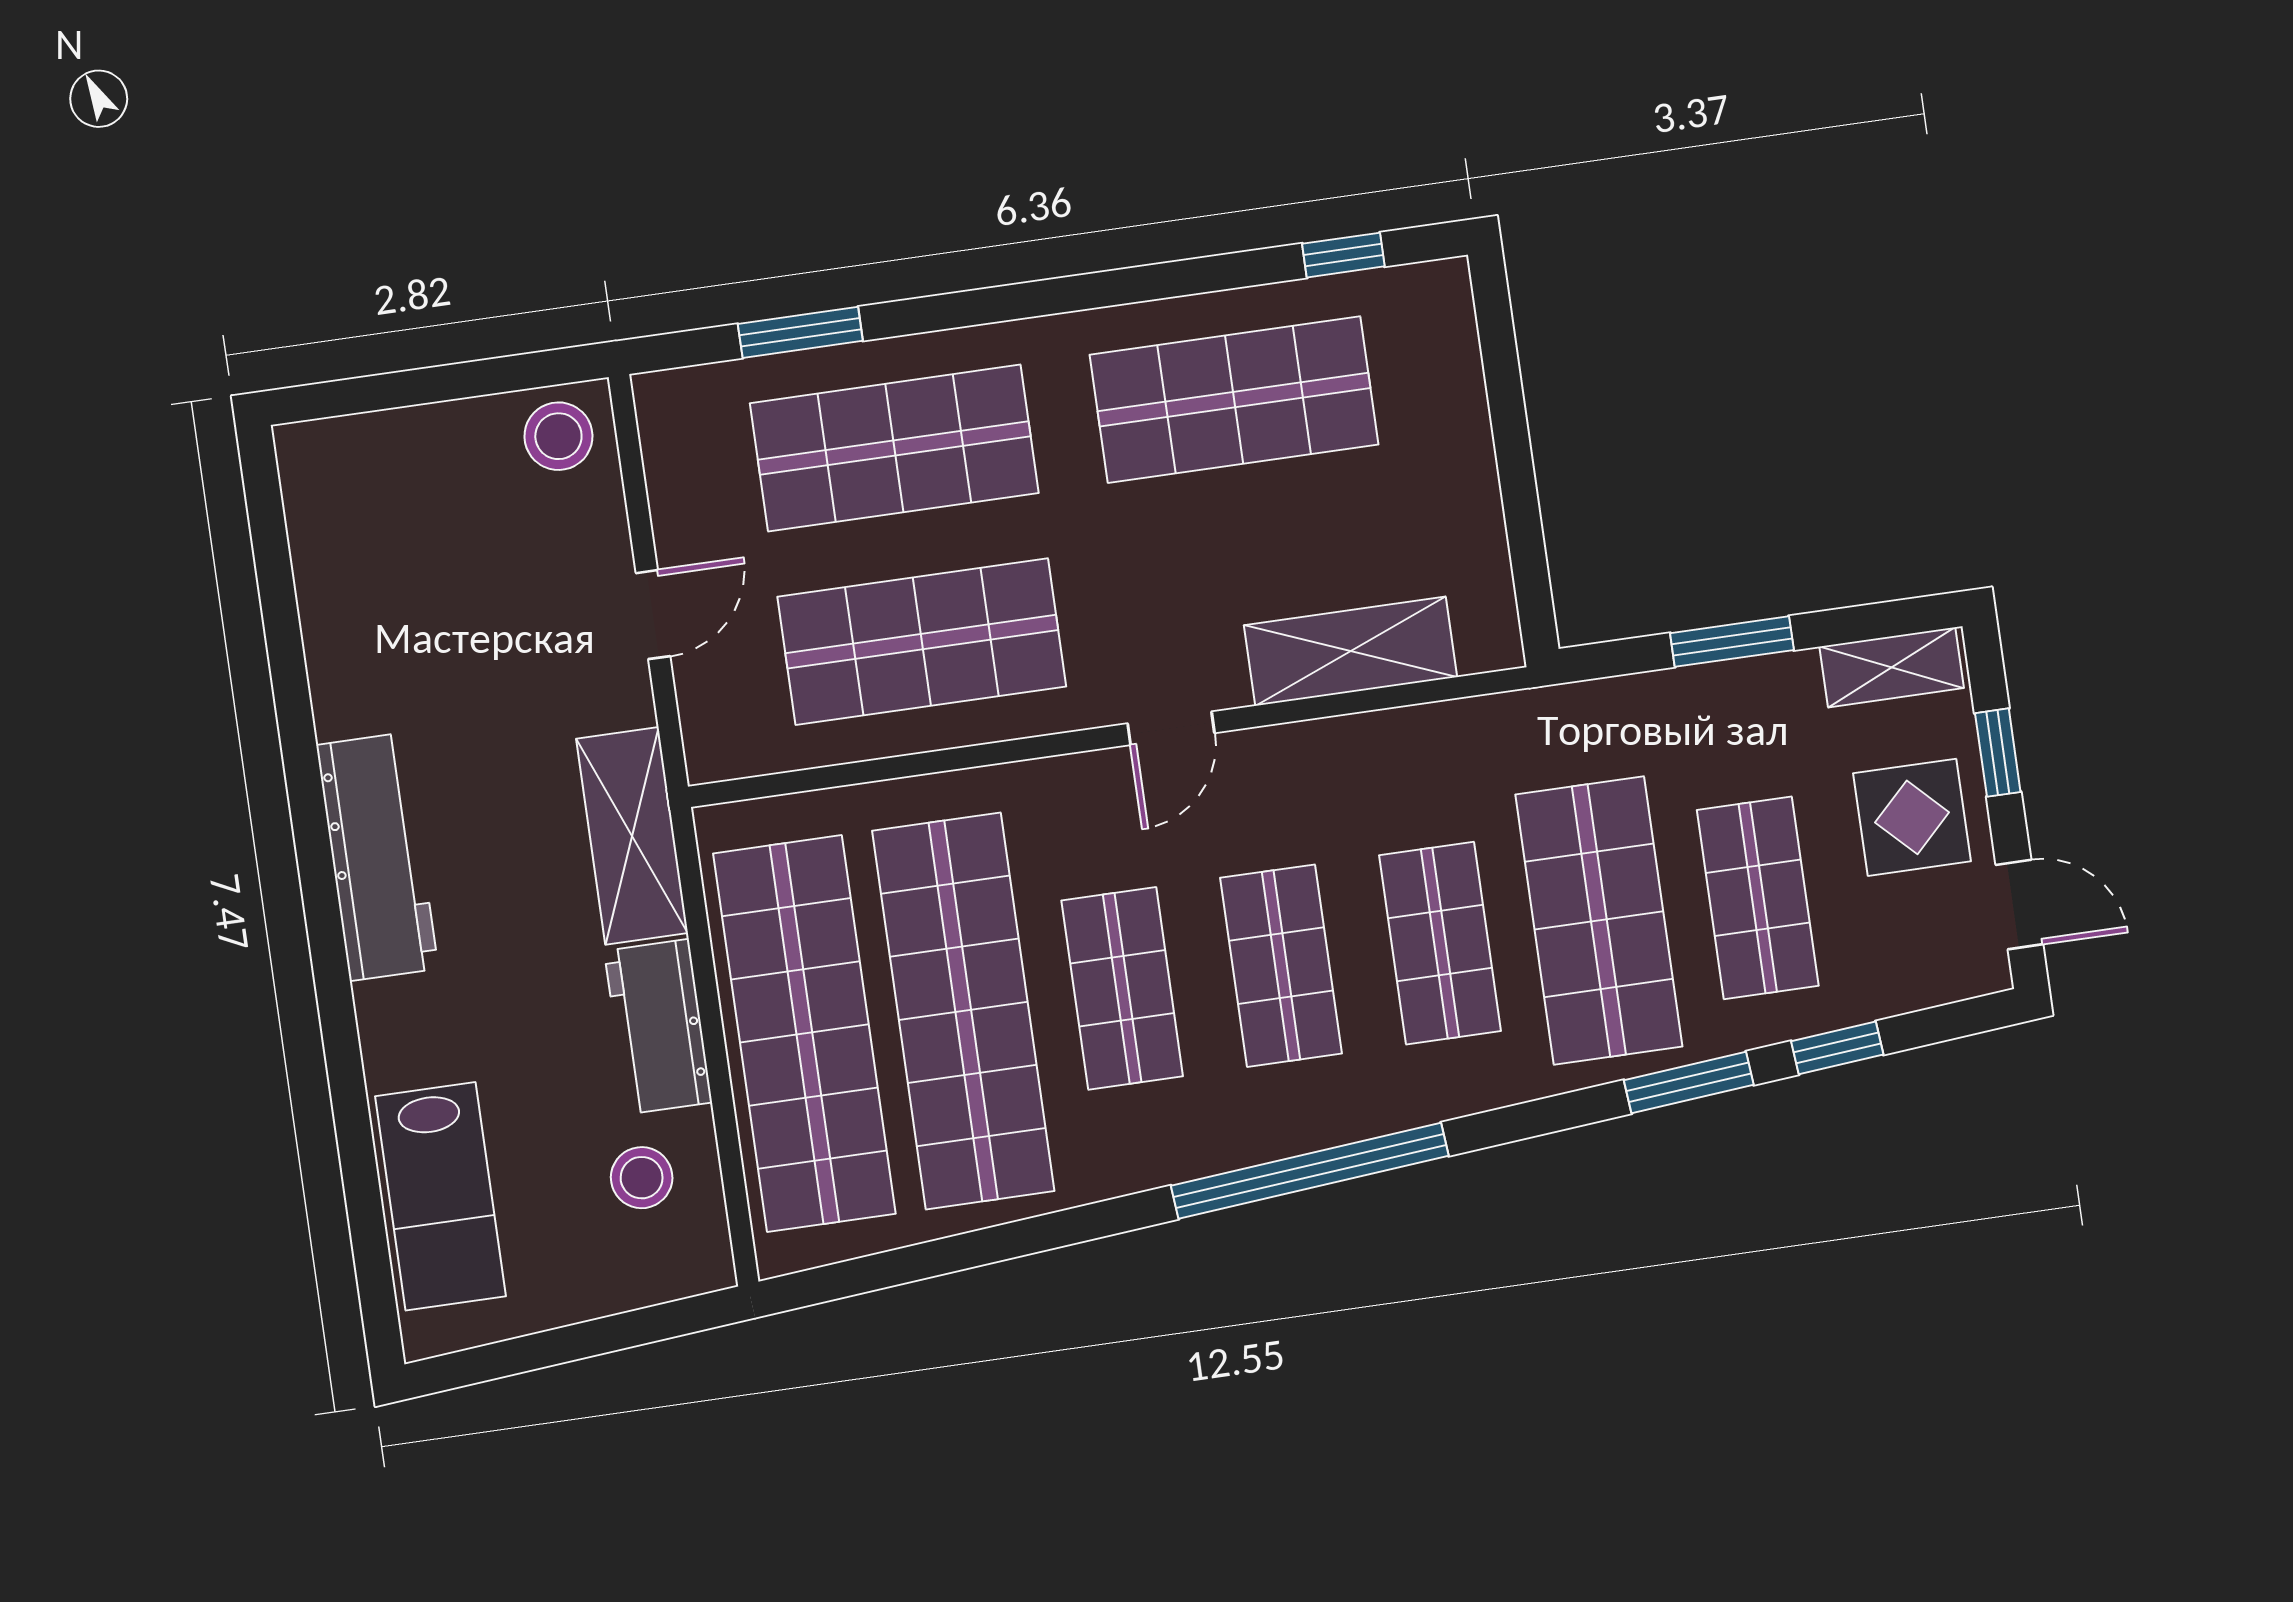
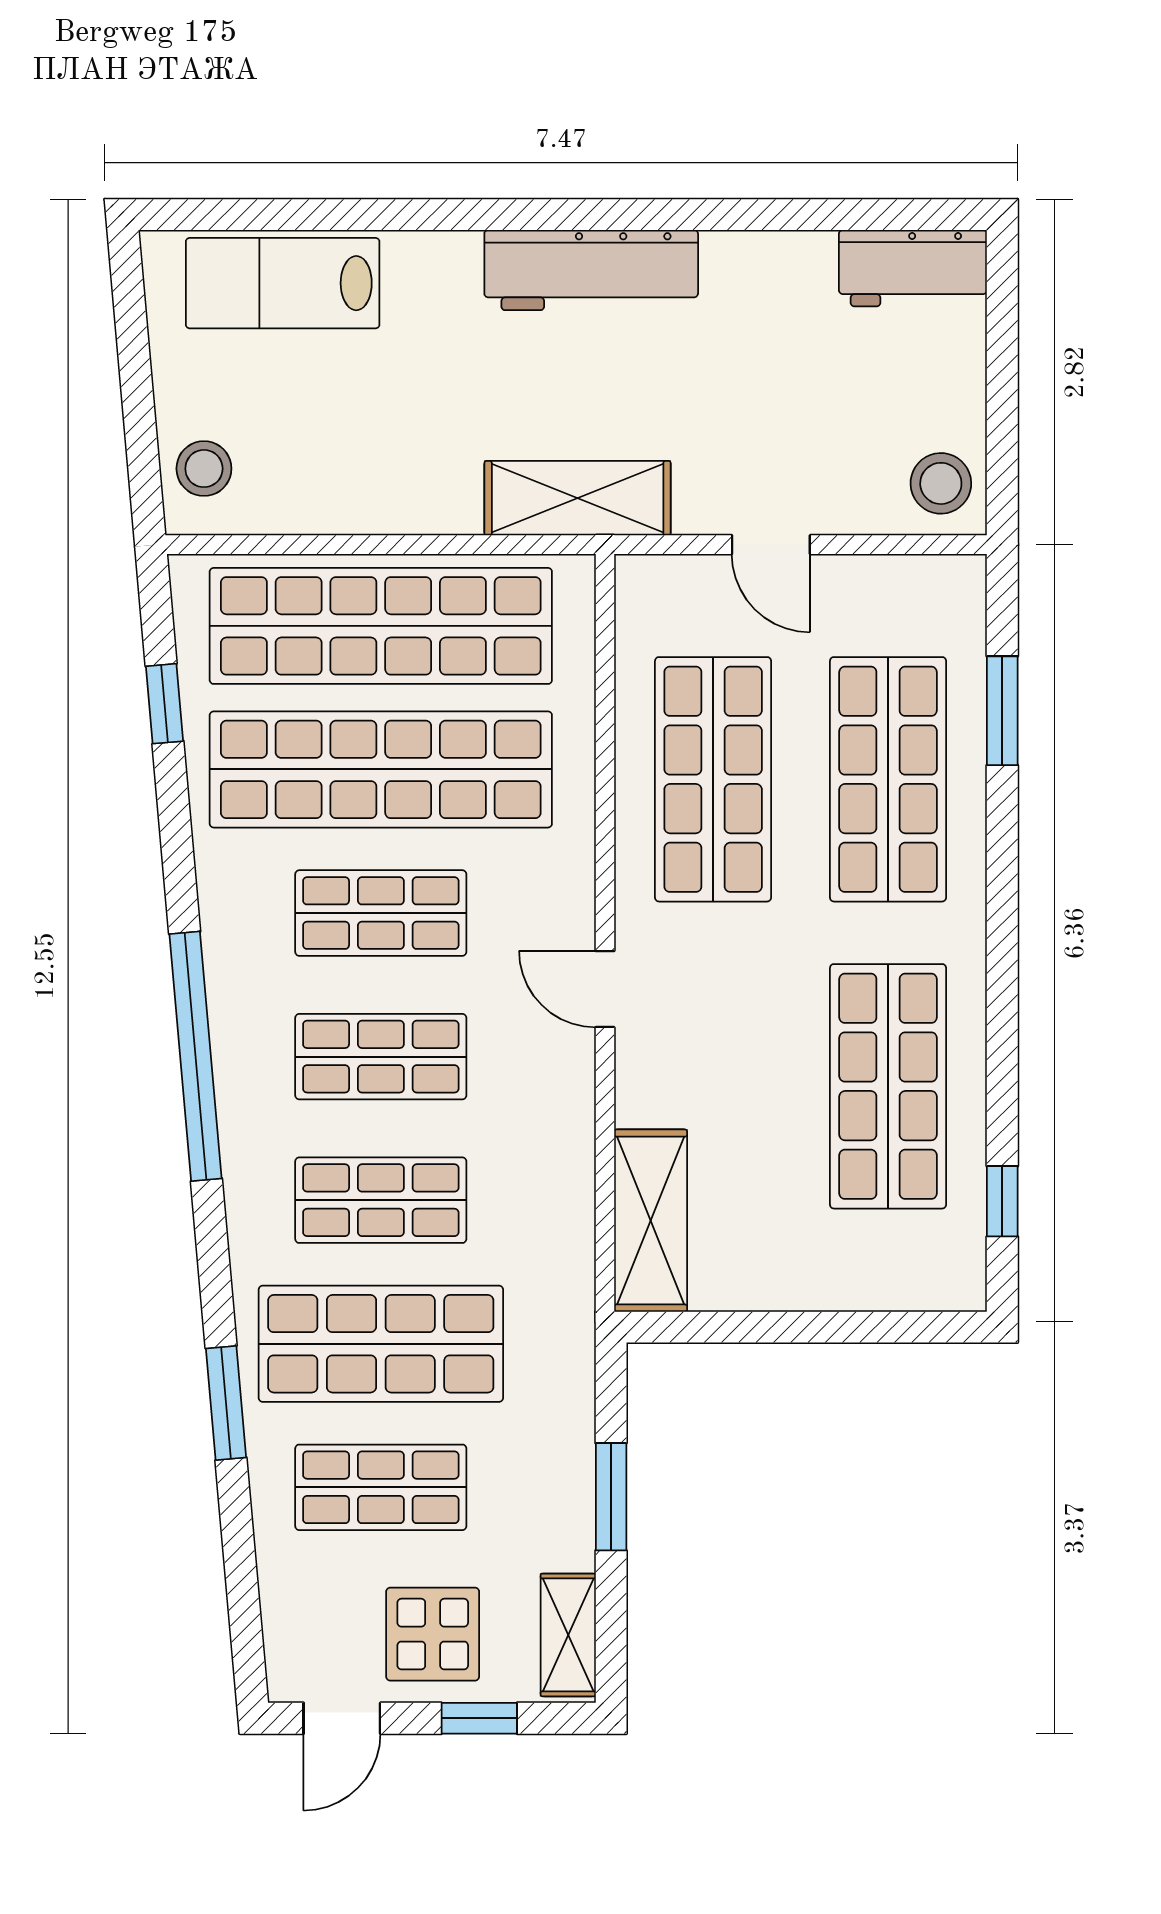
shelving: (1350, 651) -> (651, 1221), moved
workbench: (658, 1027) -> (913, 268), moved, turned 180
window: (1837, 1048) -> (165, 704), moved
stool: (642, 1178) -> (204, 469), moved

